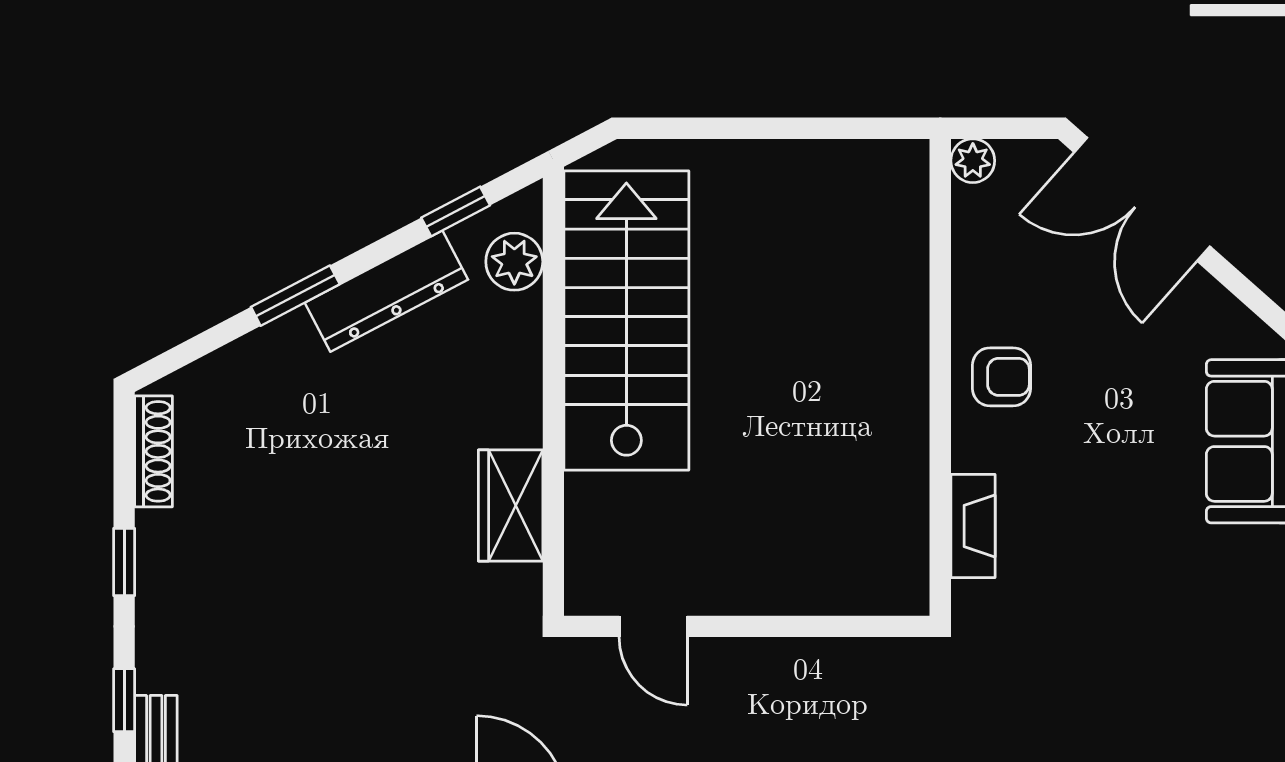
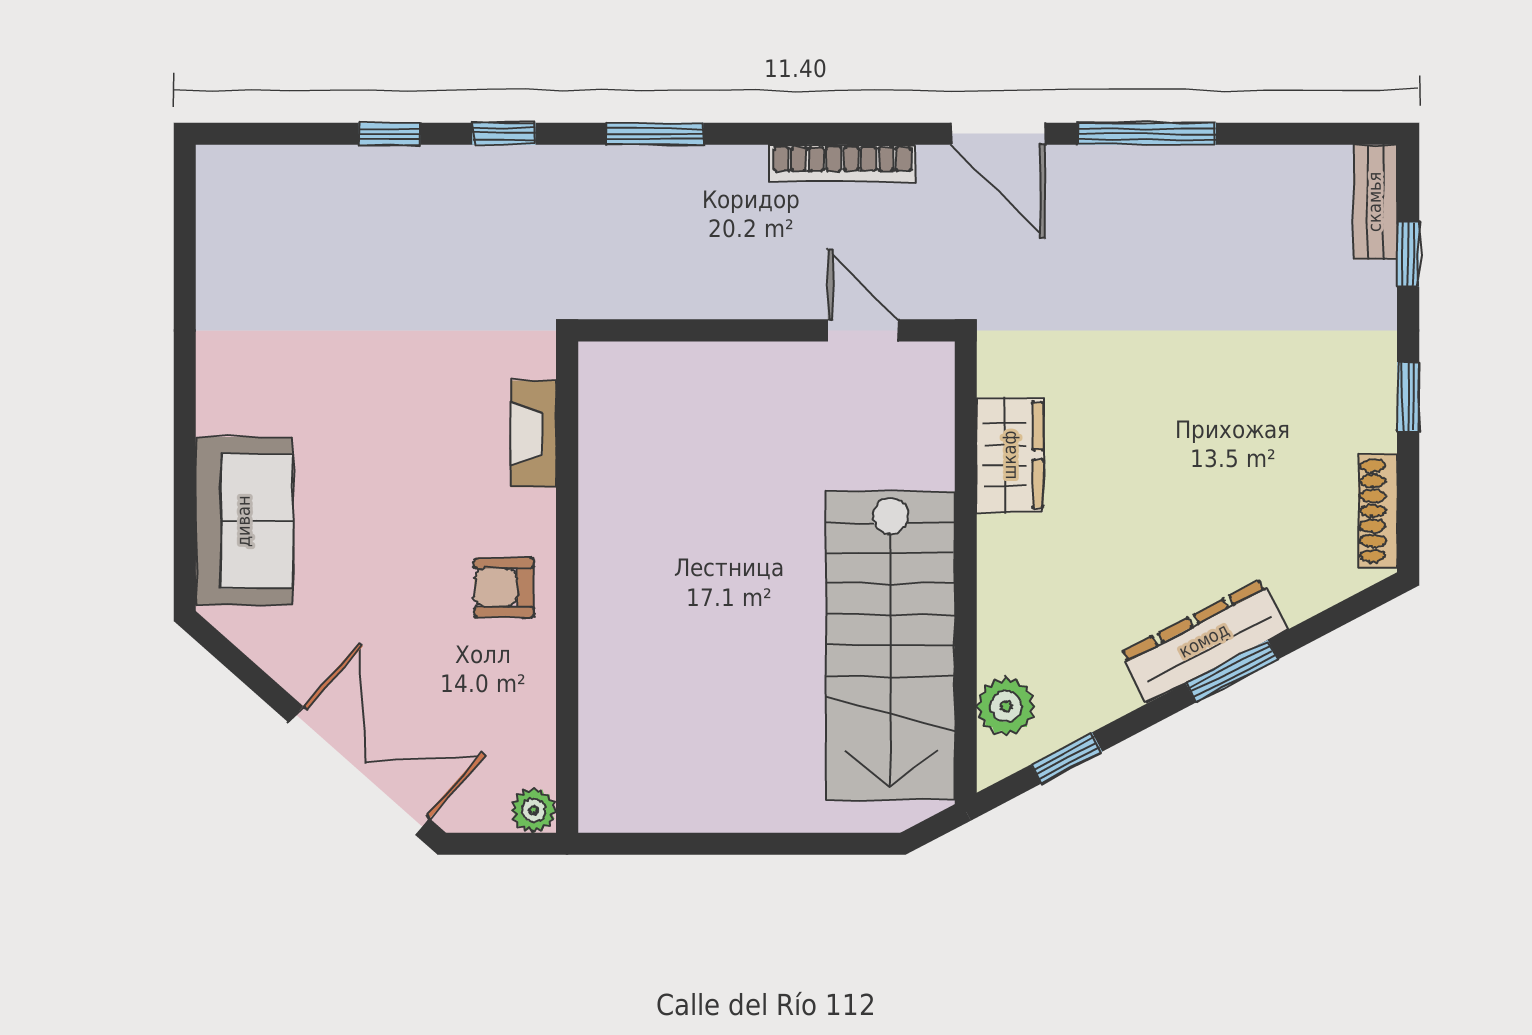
dresser: (386, 291) -> (1204, 641), moved

